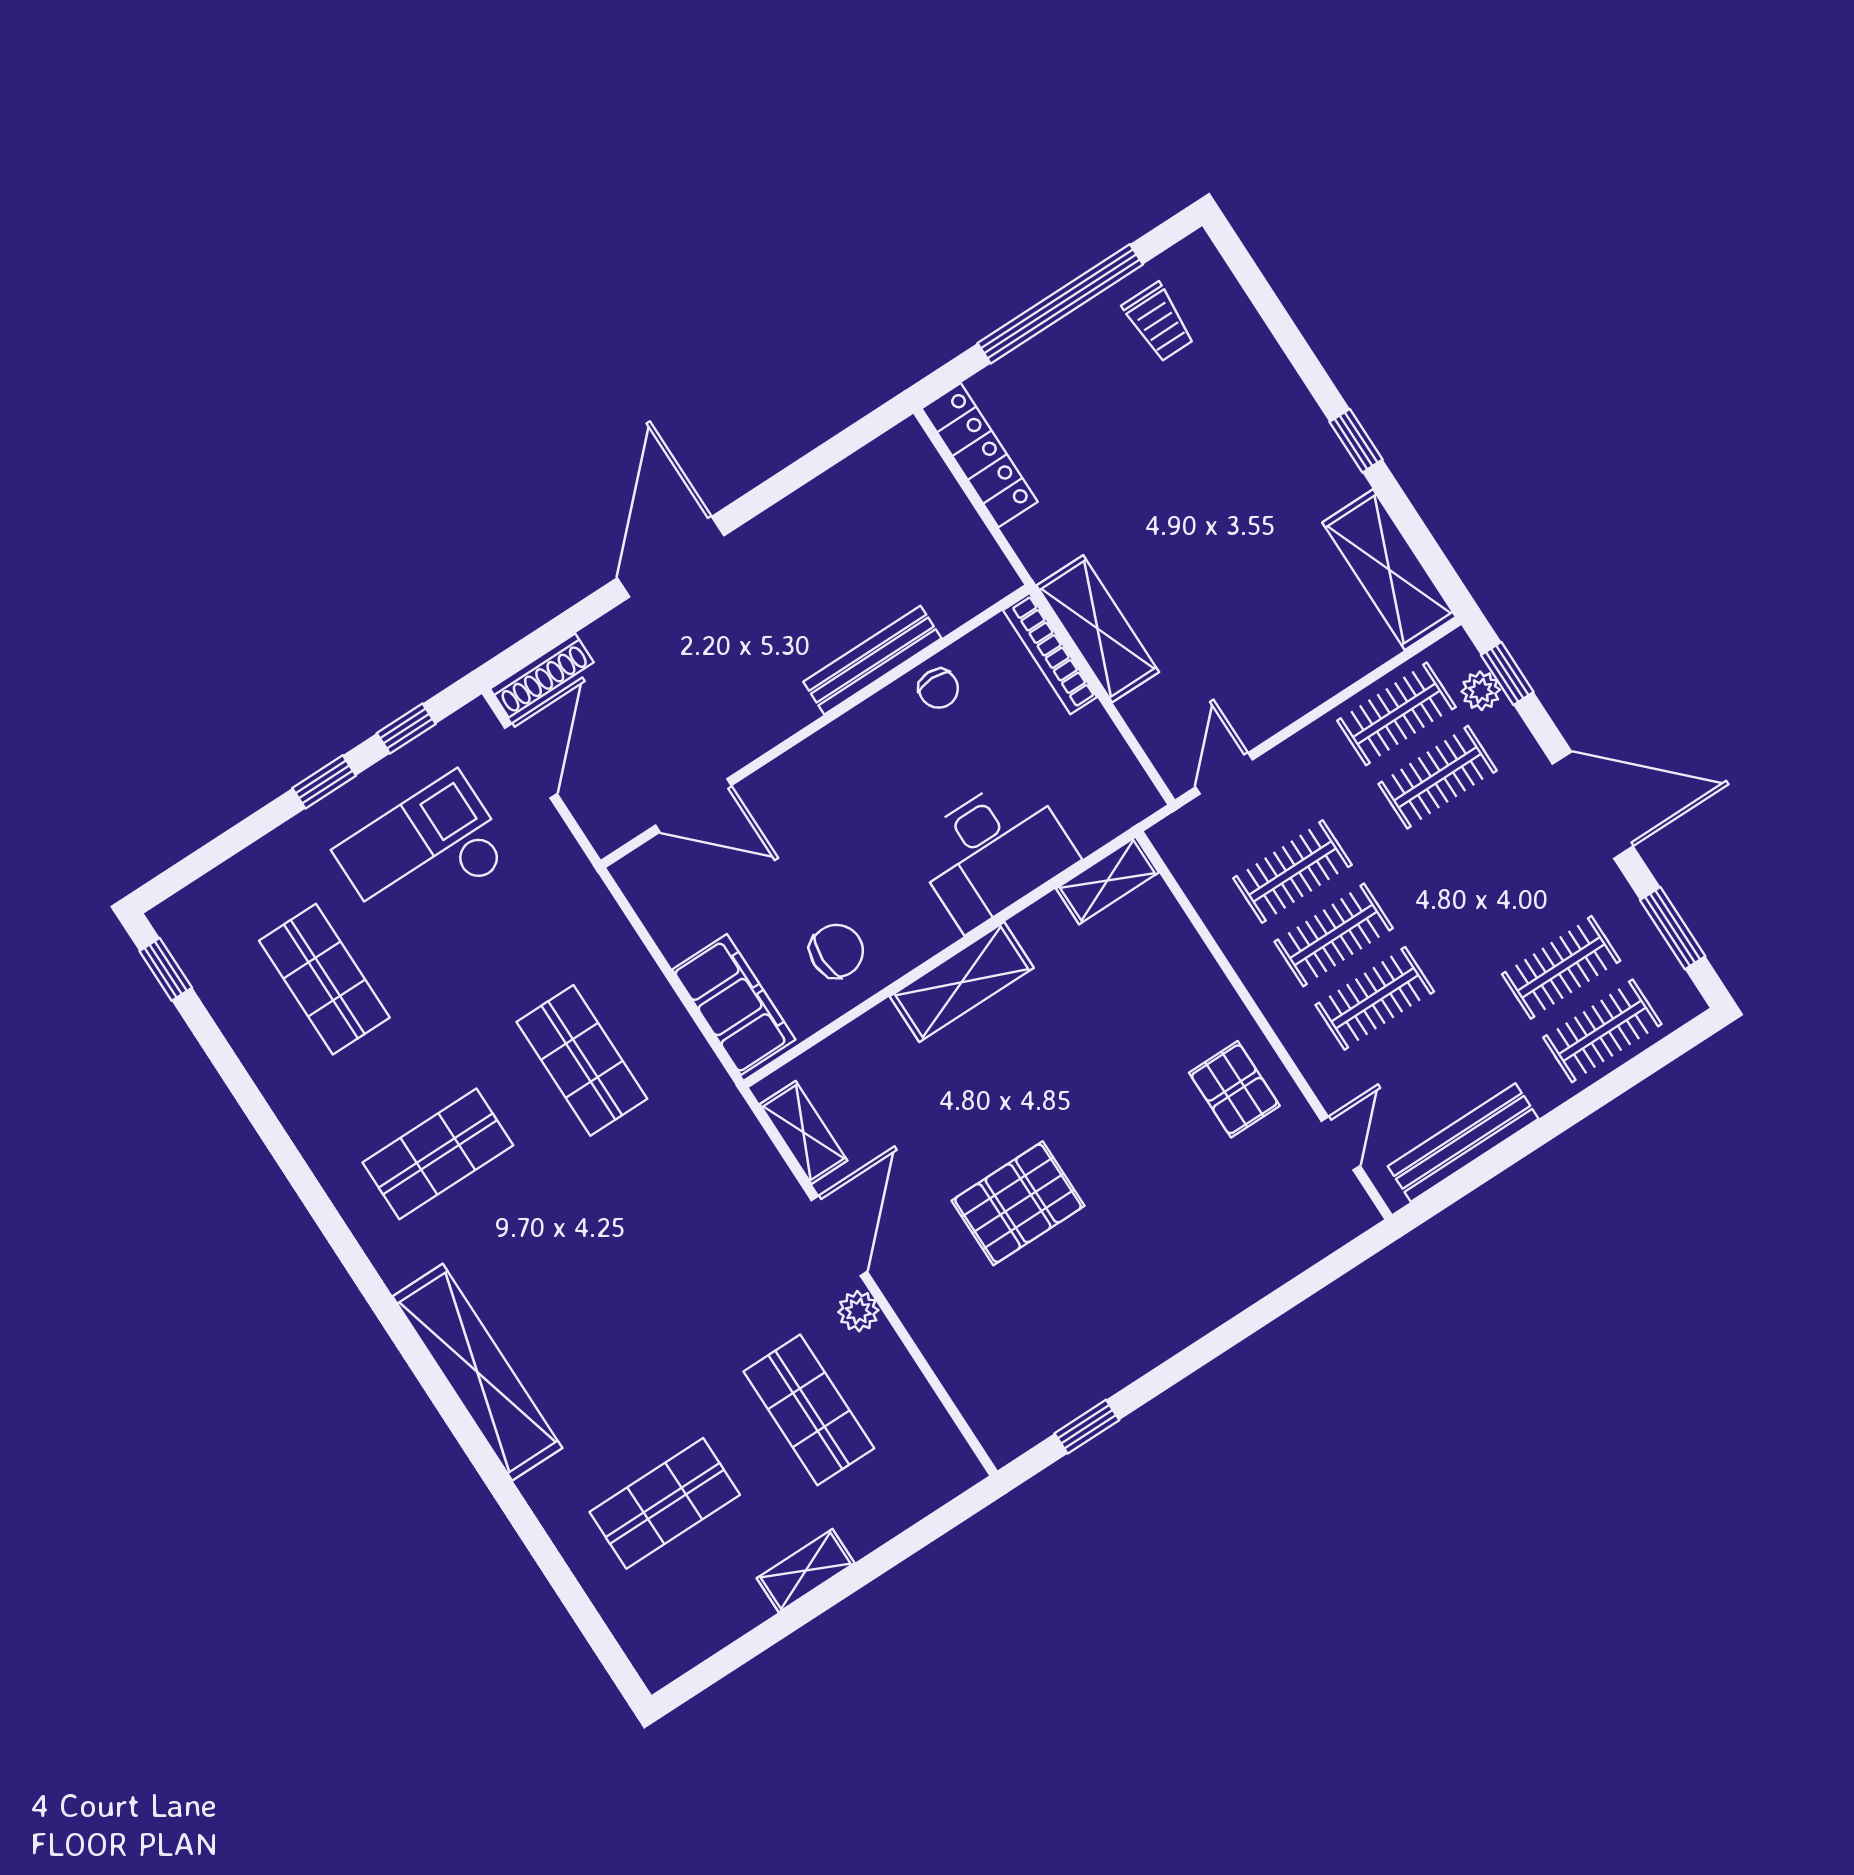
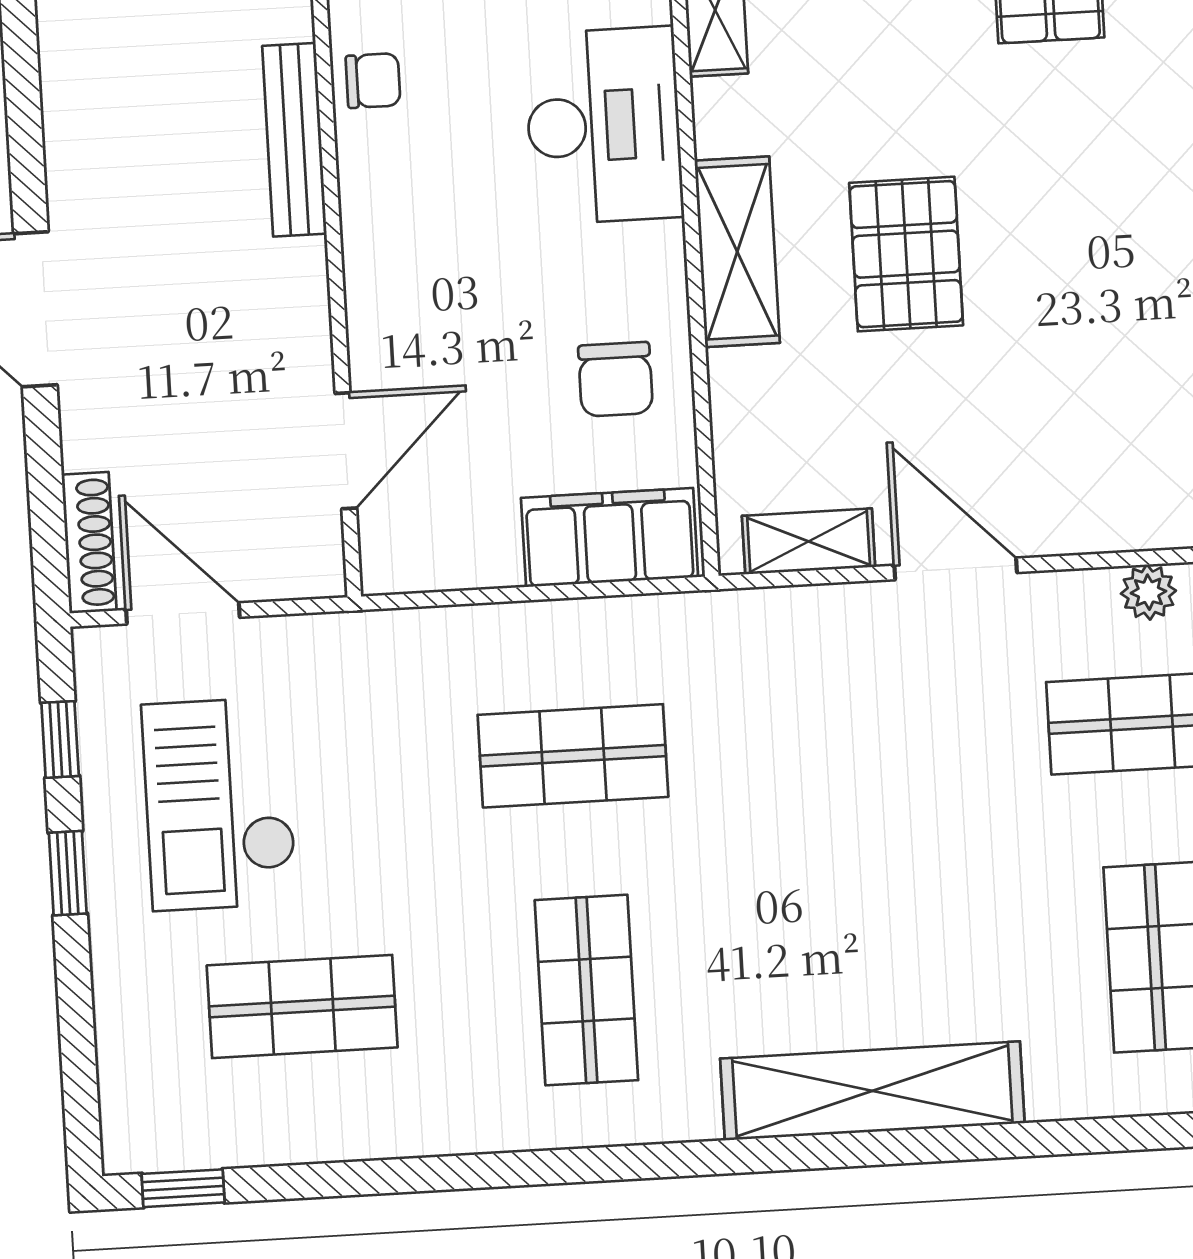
chair: (837, 951) -> (615, 379), turned 180
pallet: (1018, 1203) -> (906, 254), moved
plant: (858, 1311) -> (1148, 592), moved

